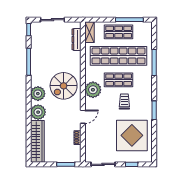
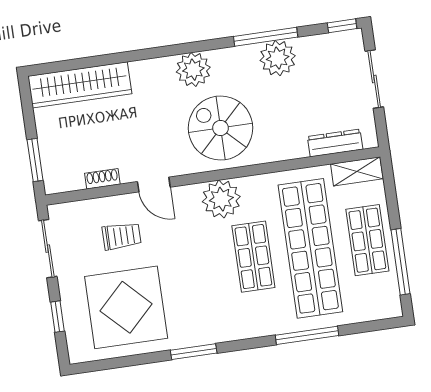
trolley: (124, 102) -> (122, 236), moved
plant: (38, 112) -> (278, 58), moved

